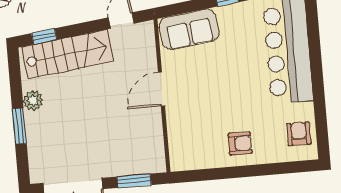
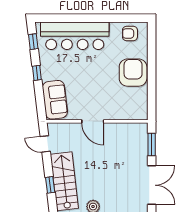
window: (44, 36) -> (50, 185), moved
armchair: (240, 144) -> (133, 73), width x1.88, depth x1.88

